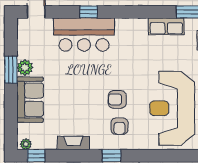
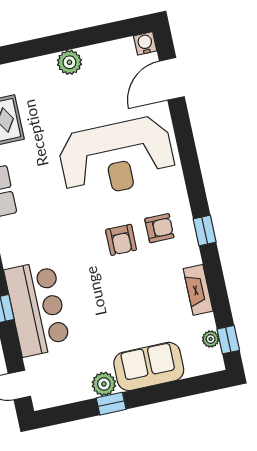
window: (11, 70) -> (111, 404), width x0.67
plant: (26, 144) -> (211, 339), moved

